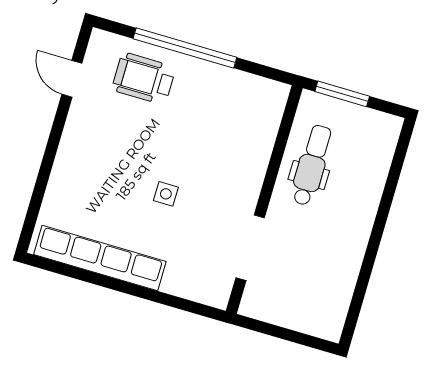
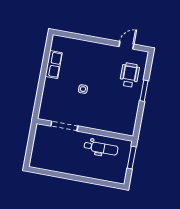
window: (185, 48) -> (144, 91), width x0.47
row of seats: (100, 258) -> (54, 65), width x0.50

